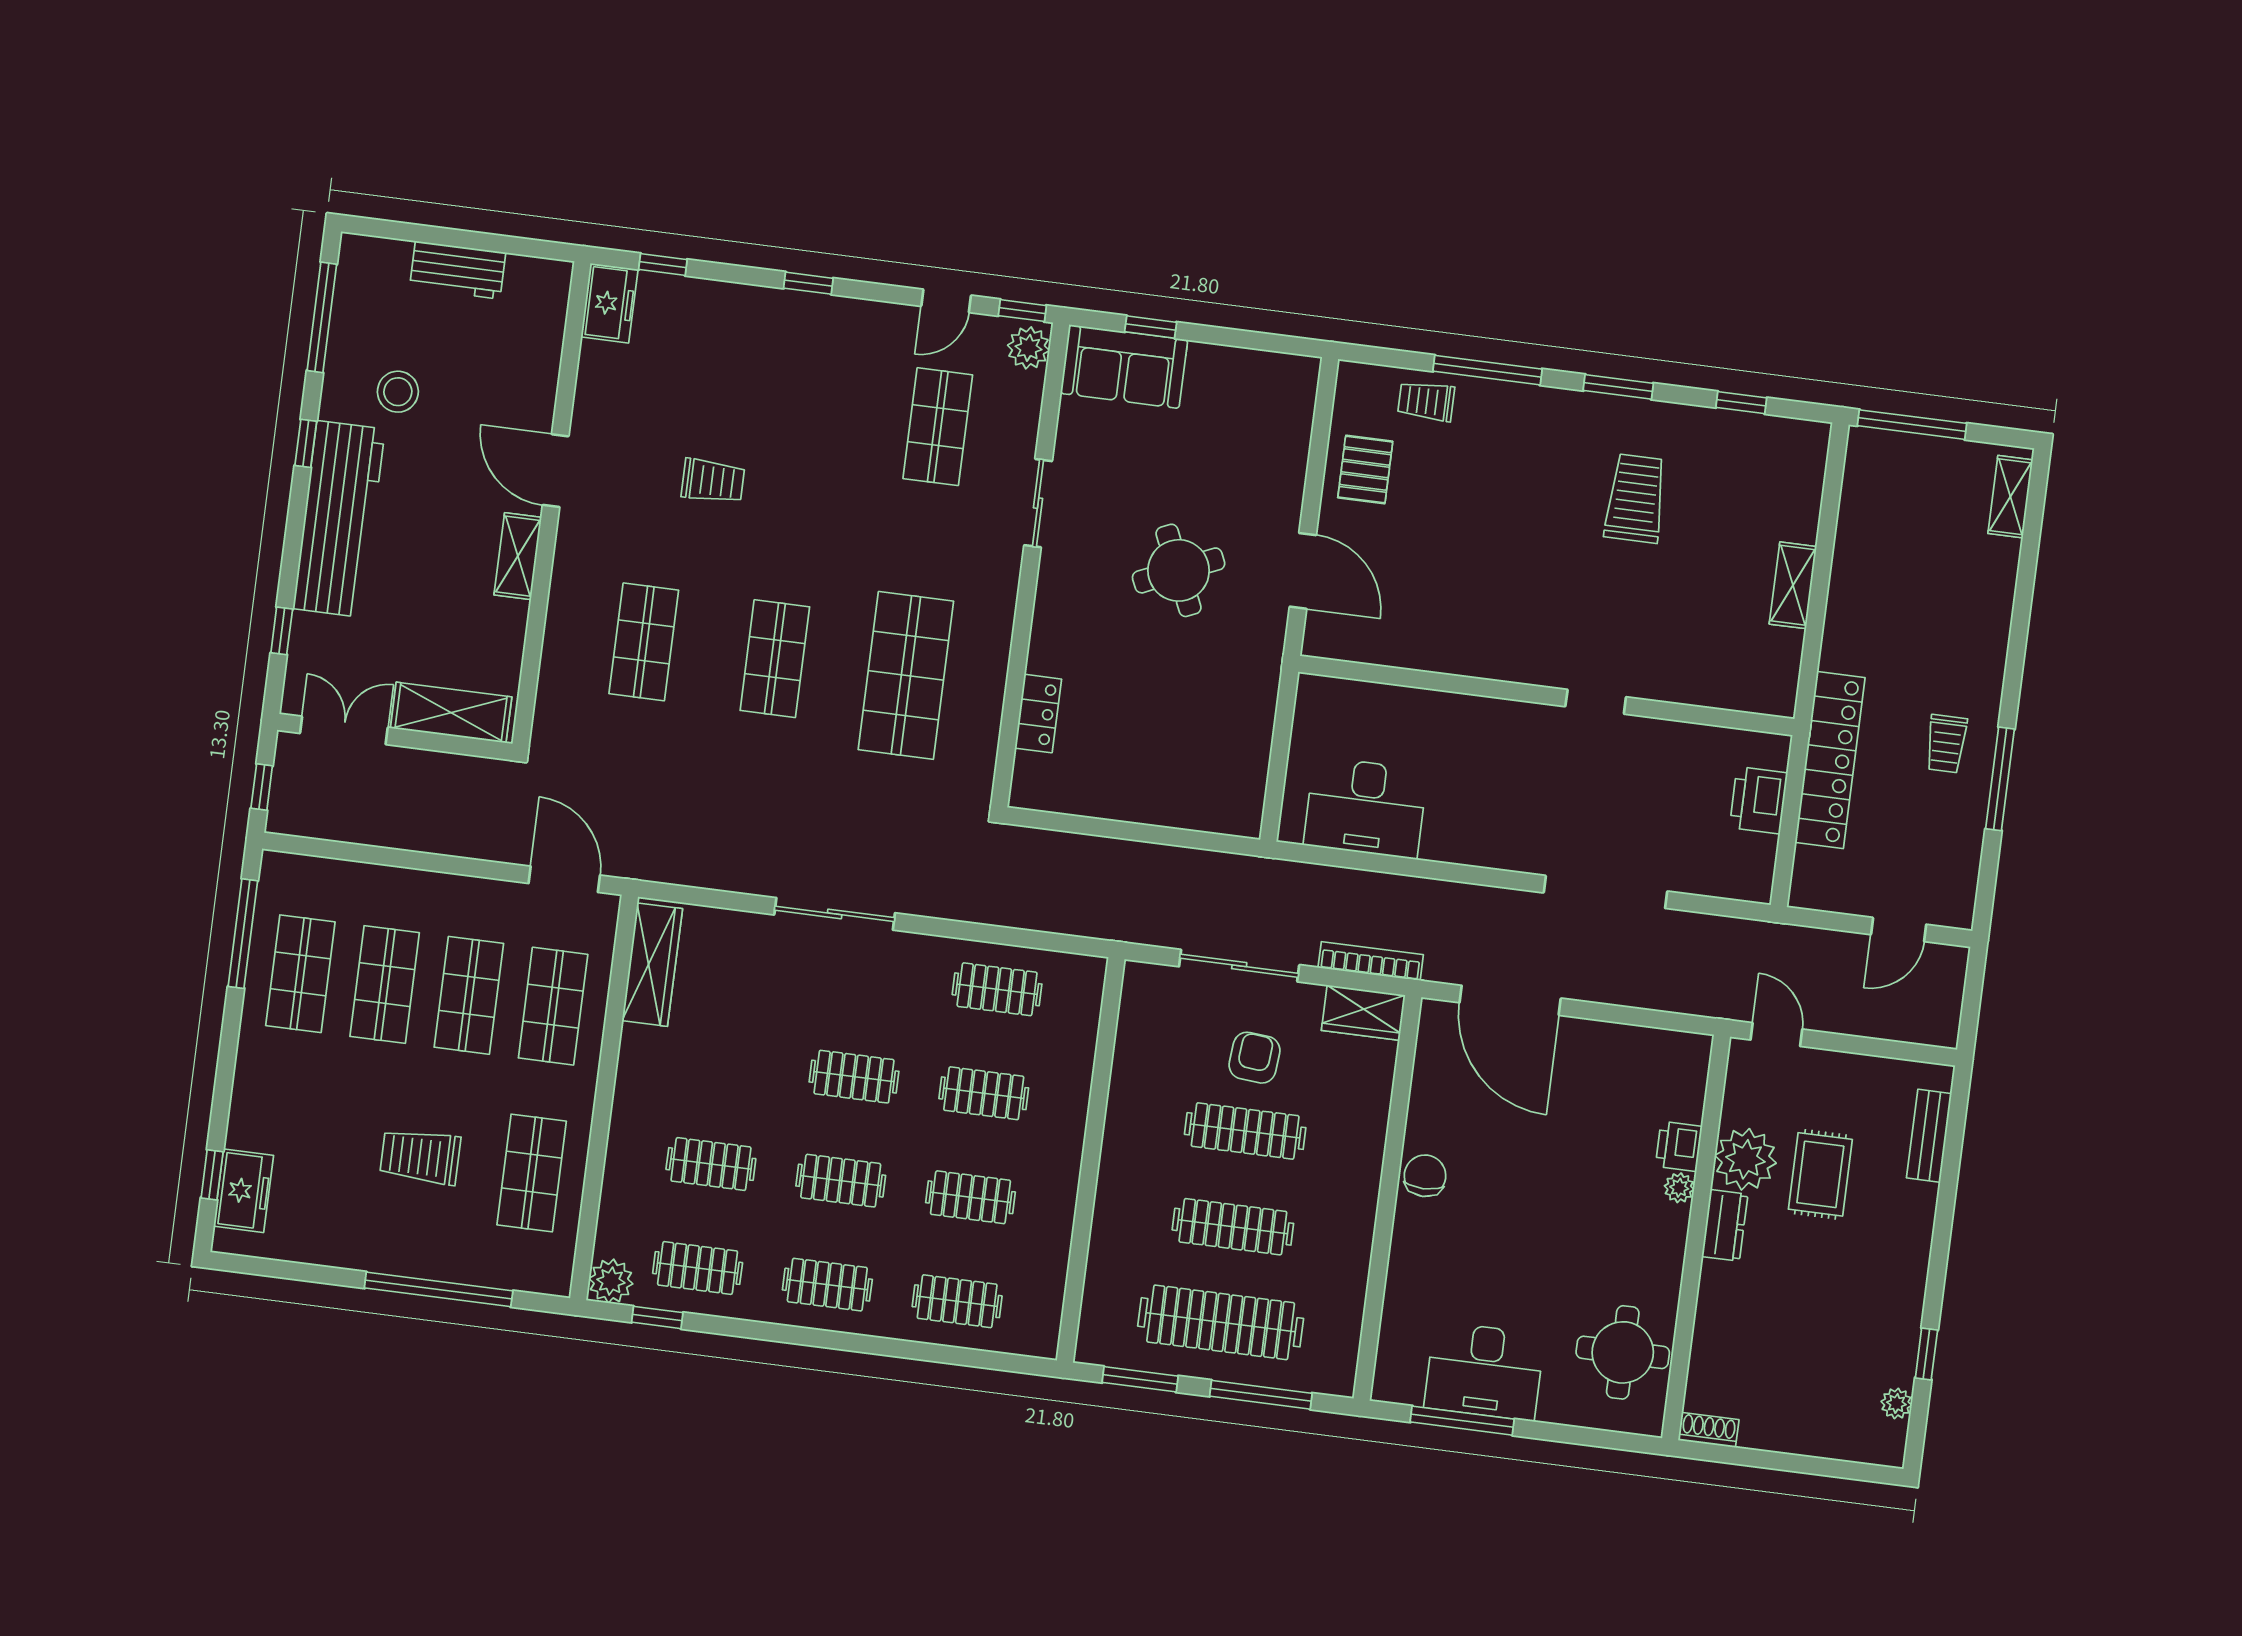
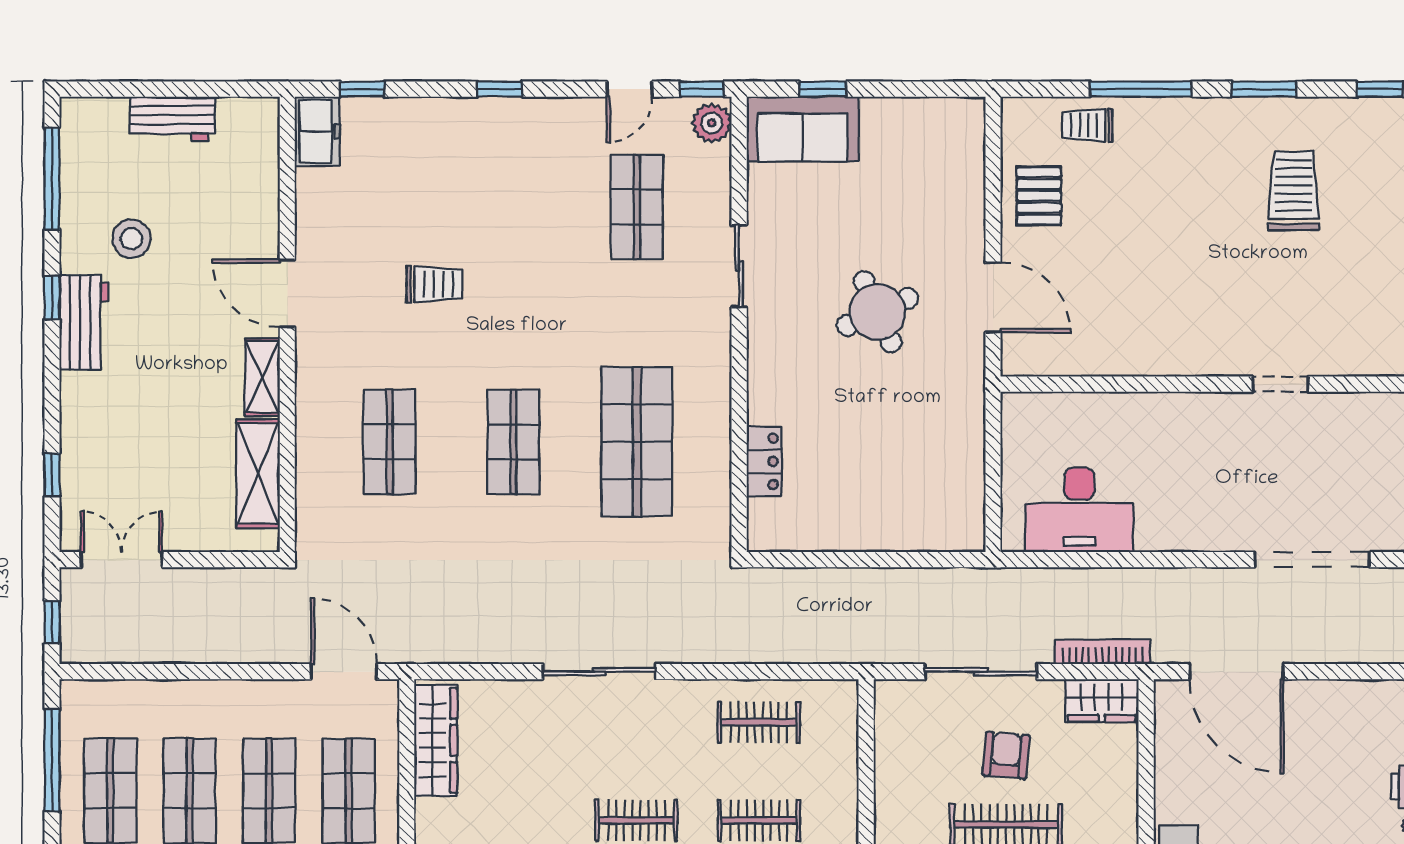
workbench: (339, 519) -> (84, 322), width x0.53, depth x0.76
shelving: (451, 713) -> (258, 474), moved, turned 90

